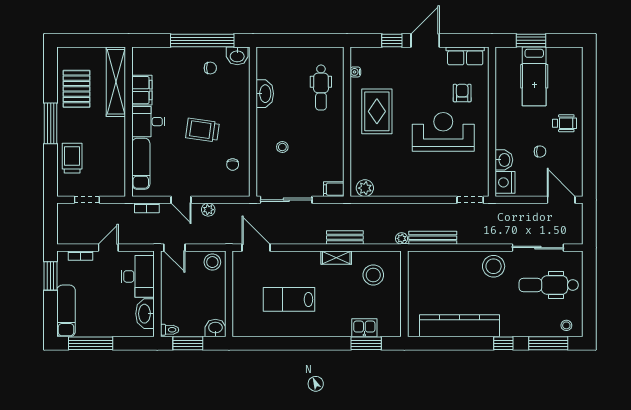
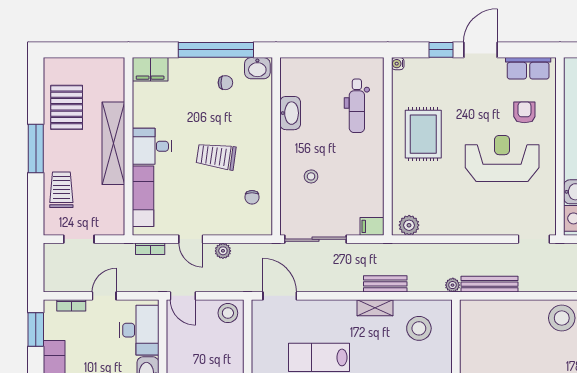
water cooler: (355, 72) -> (398, 64), moved
shelving: (116, 82) -> (113, 143), moved
filing cabinet: (142, 90) -> (150, 69), moved, turned 90

